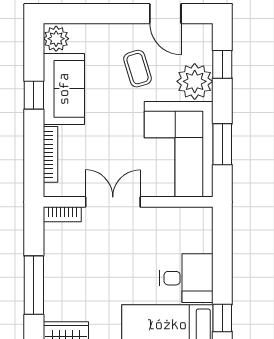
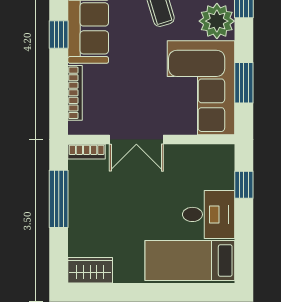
double door: (113, 202) -> (136, 140), swing flipped
window: (34, 285) -> (59, 199), moved
window: (222, 318) -> (244, 185), moved

